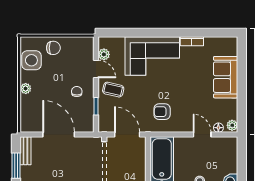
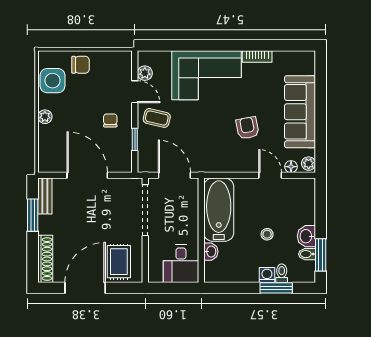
sofa: (226, 77) -> (300, 112), width x1.36
armchair: (162, 112) -> (247, 128), moved, turned 79

